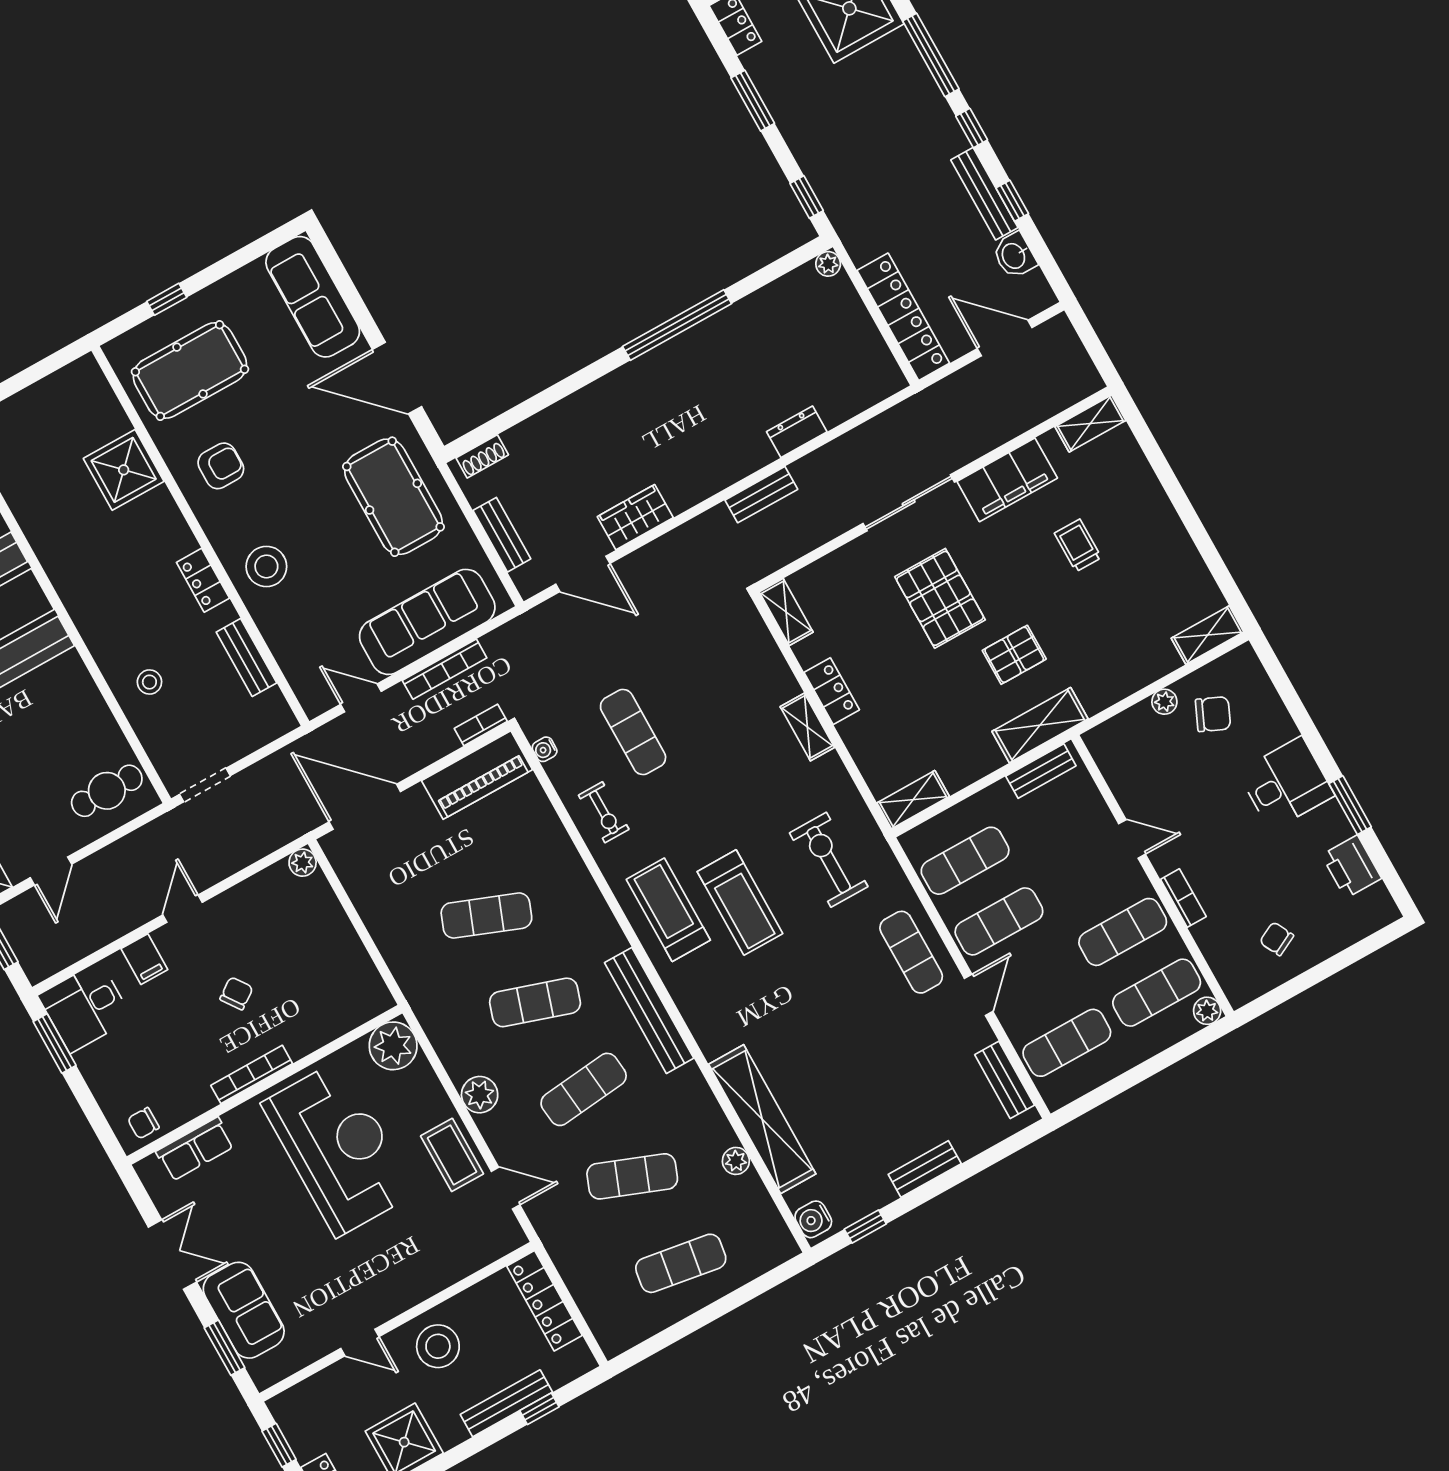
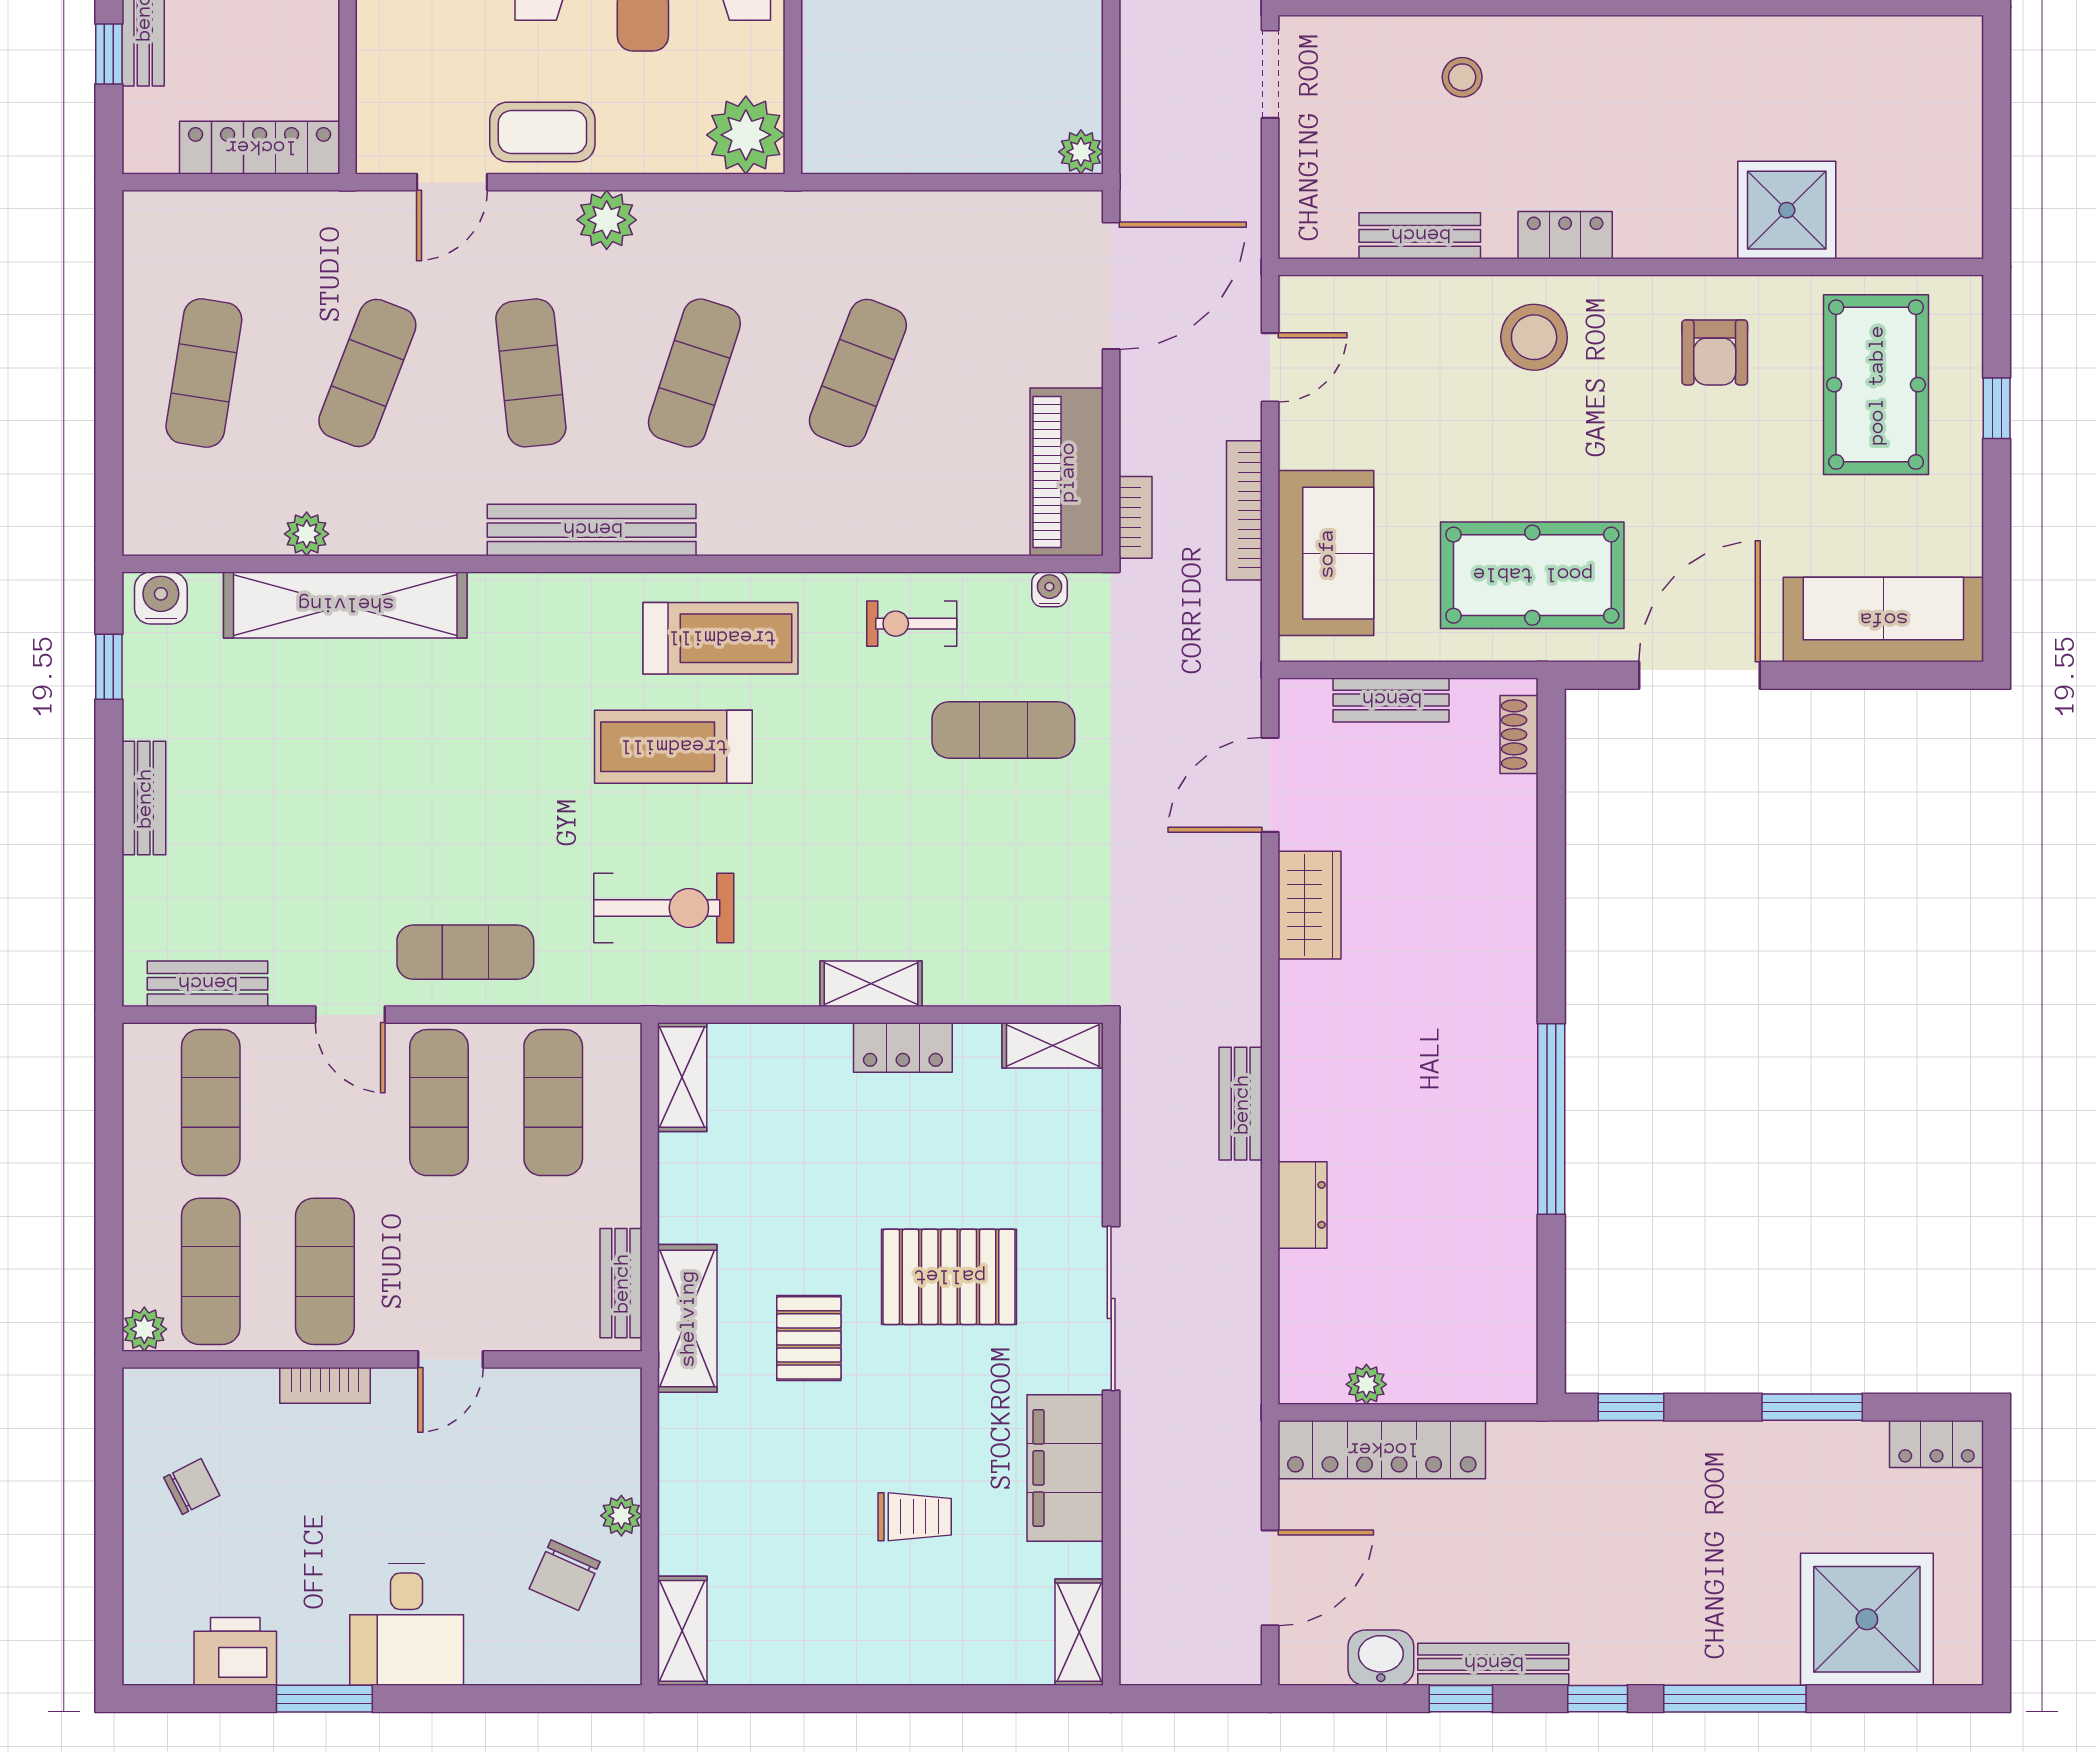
plant: (828, 264) -> (1366, 1384), moved
sofa: (427, 622) -> (1326, 553), width x0.73

